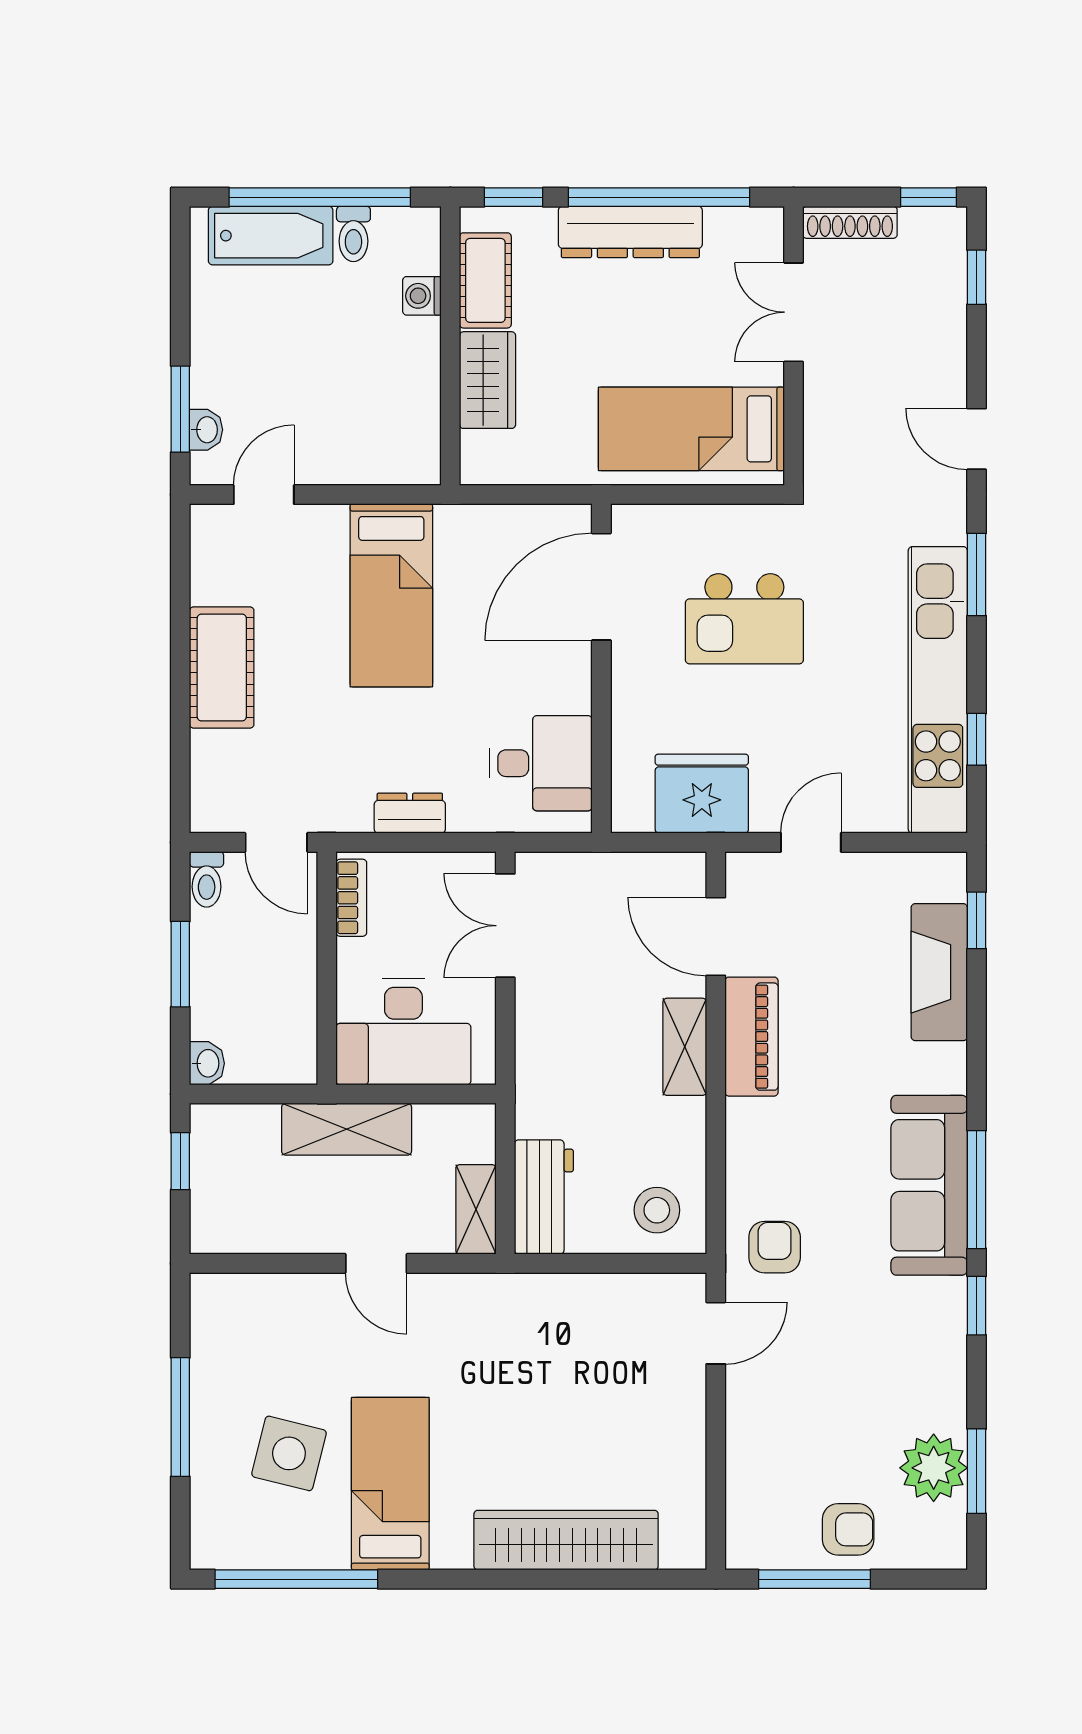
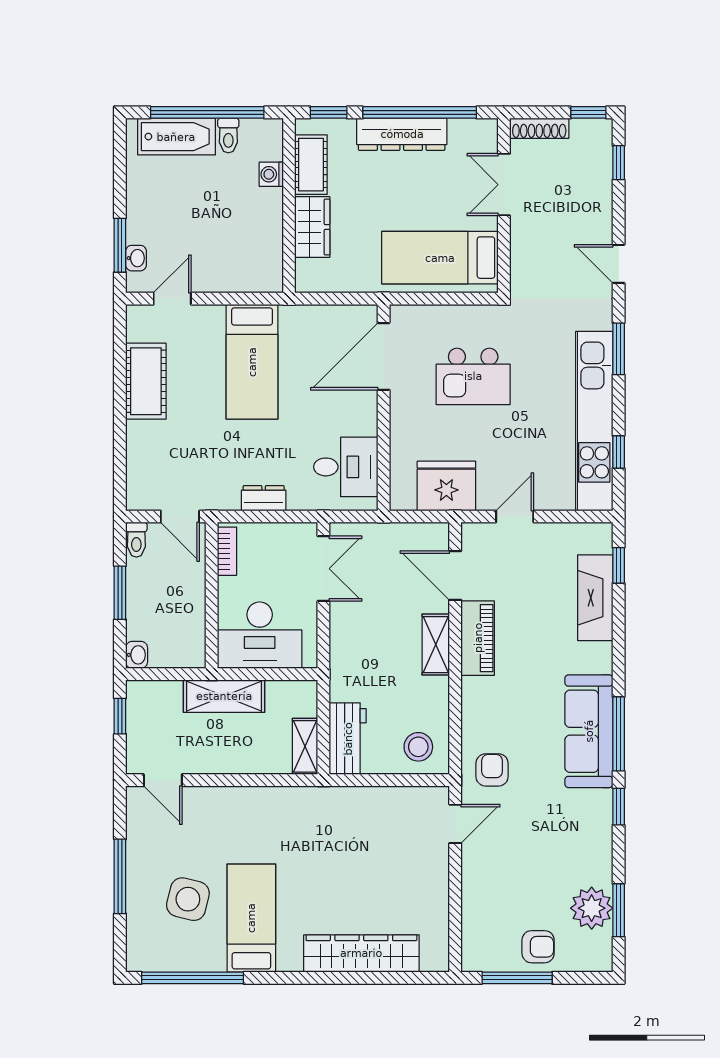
cot: (222, 667) -> (146, 381), moved
double door: (505, 926) -> (323, 569), swing flipped
door: (376, 1263) -> (163, 780), moved

